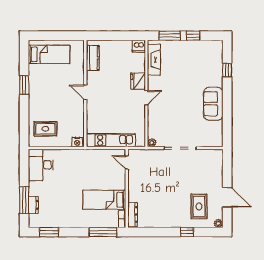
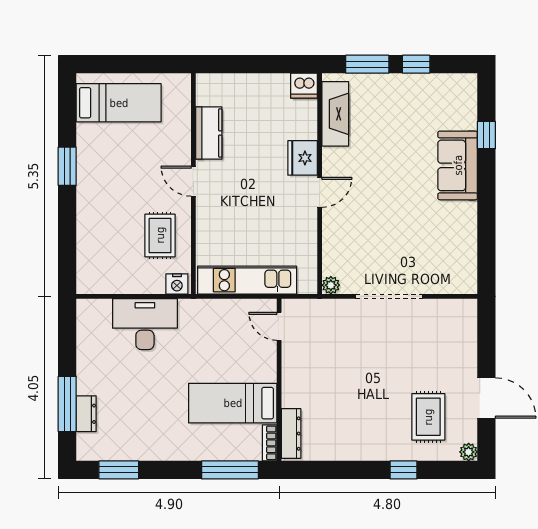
kitchen counter: (93, 58) -> (209, 133), moved
sofa: (213, 104) -> (458, 165), moved
rug: (45, 129) -> (160, 235), moved, turned 90
desk: (41, 165) -> (145, 324), moved, turned 90

